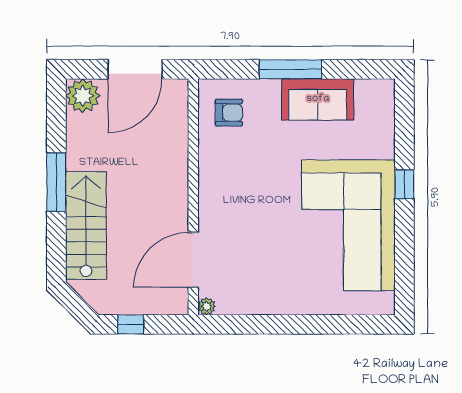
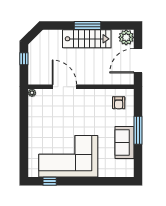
door: (135, 69) -> (138, 61), hinge flipped
window: (404, 184) -> (50, 181), moved
stairs: (86, 225) -> (87, 39), moved
door: (193, 260) -> (64, 87), moved

